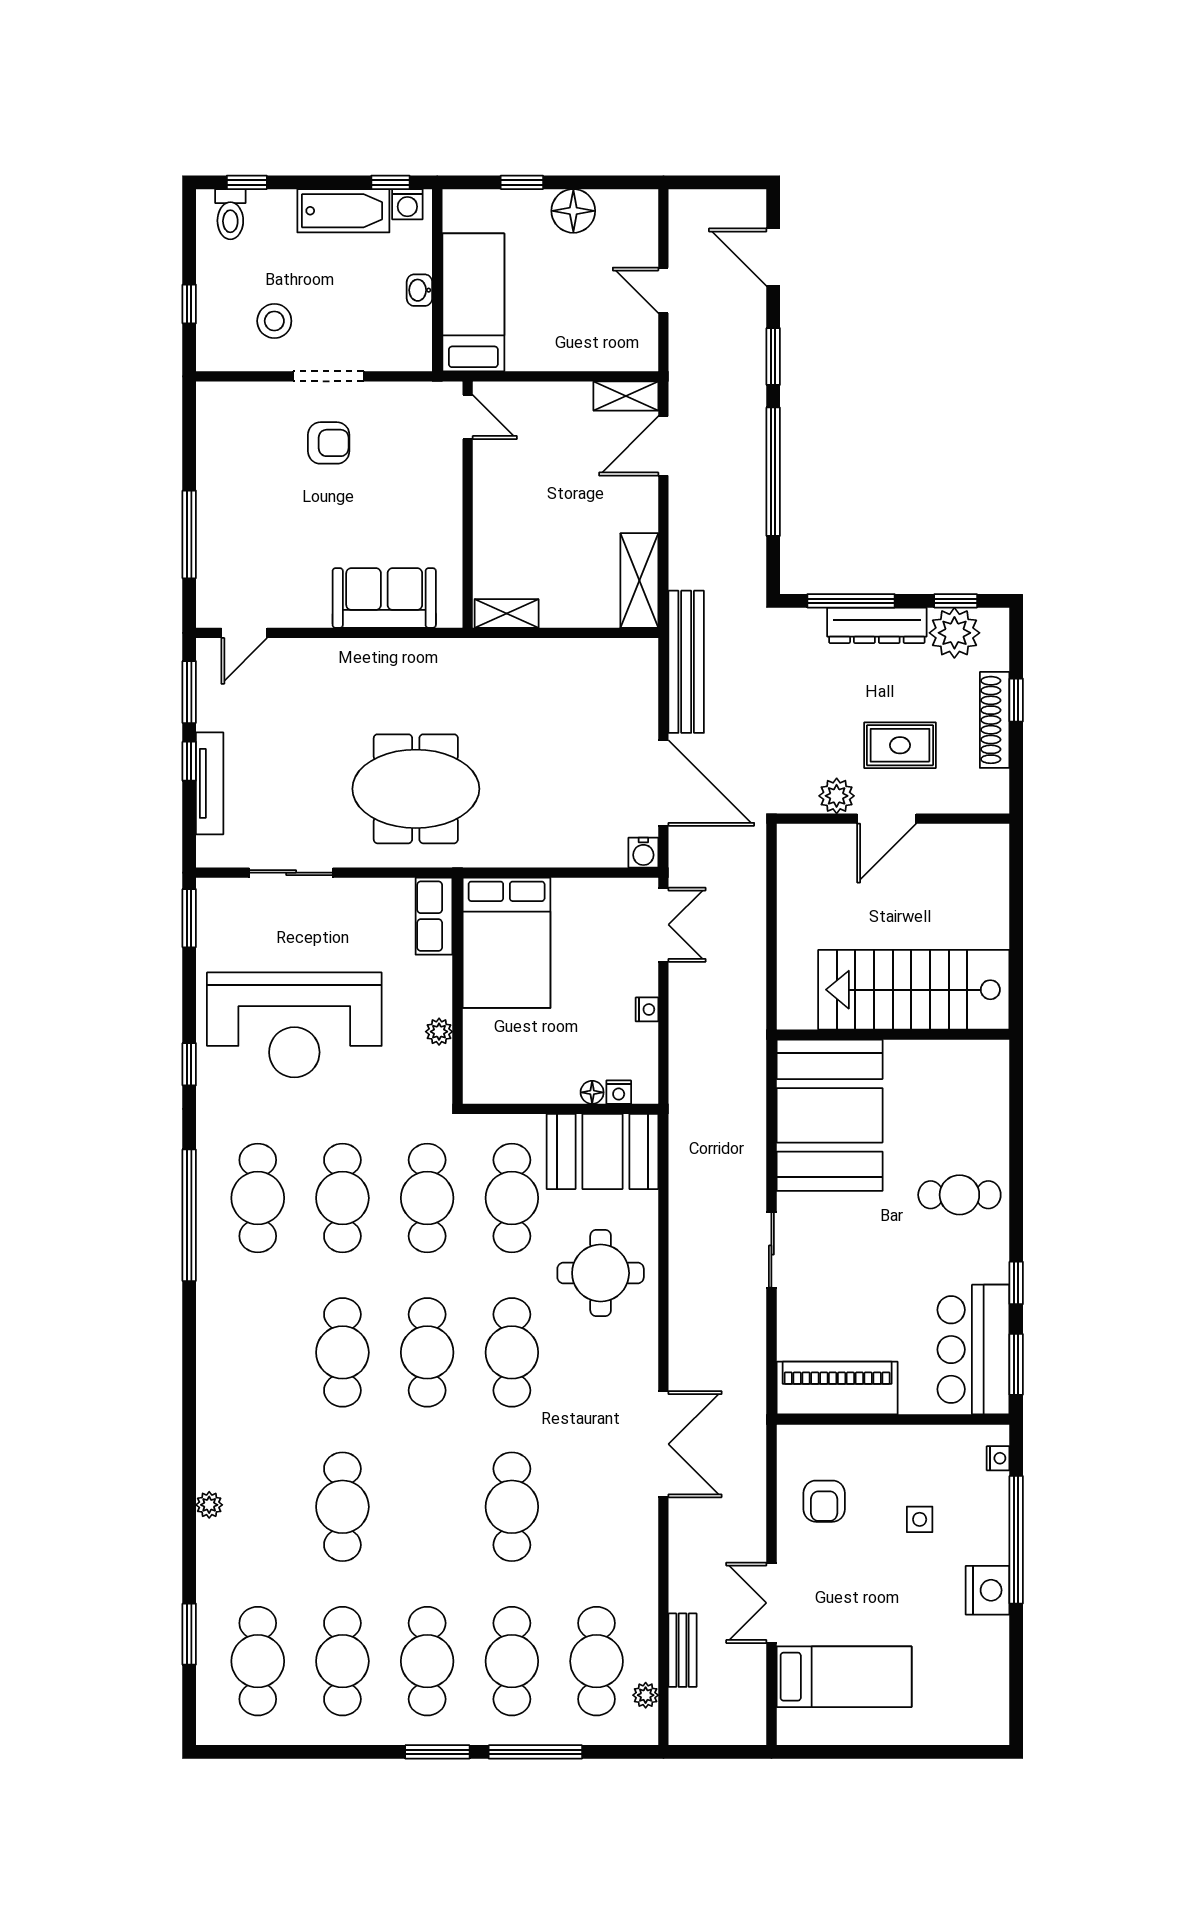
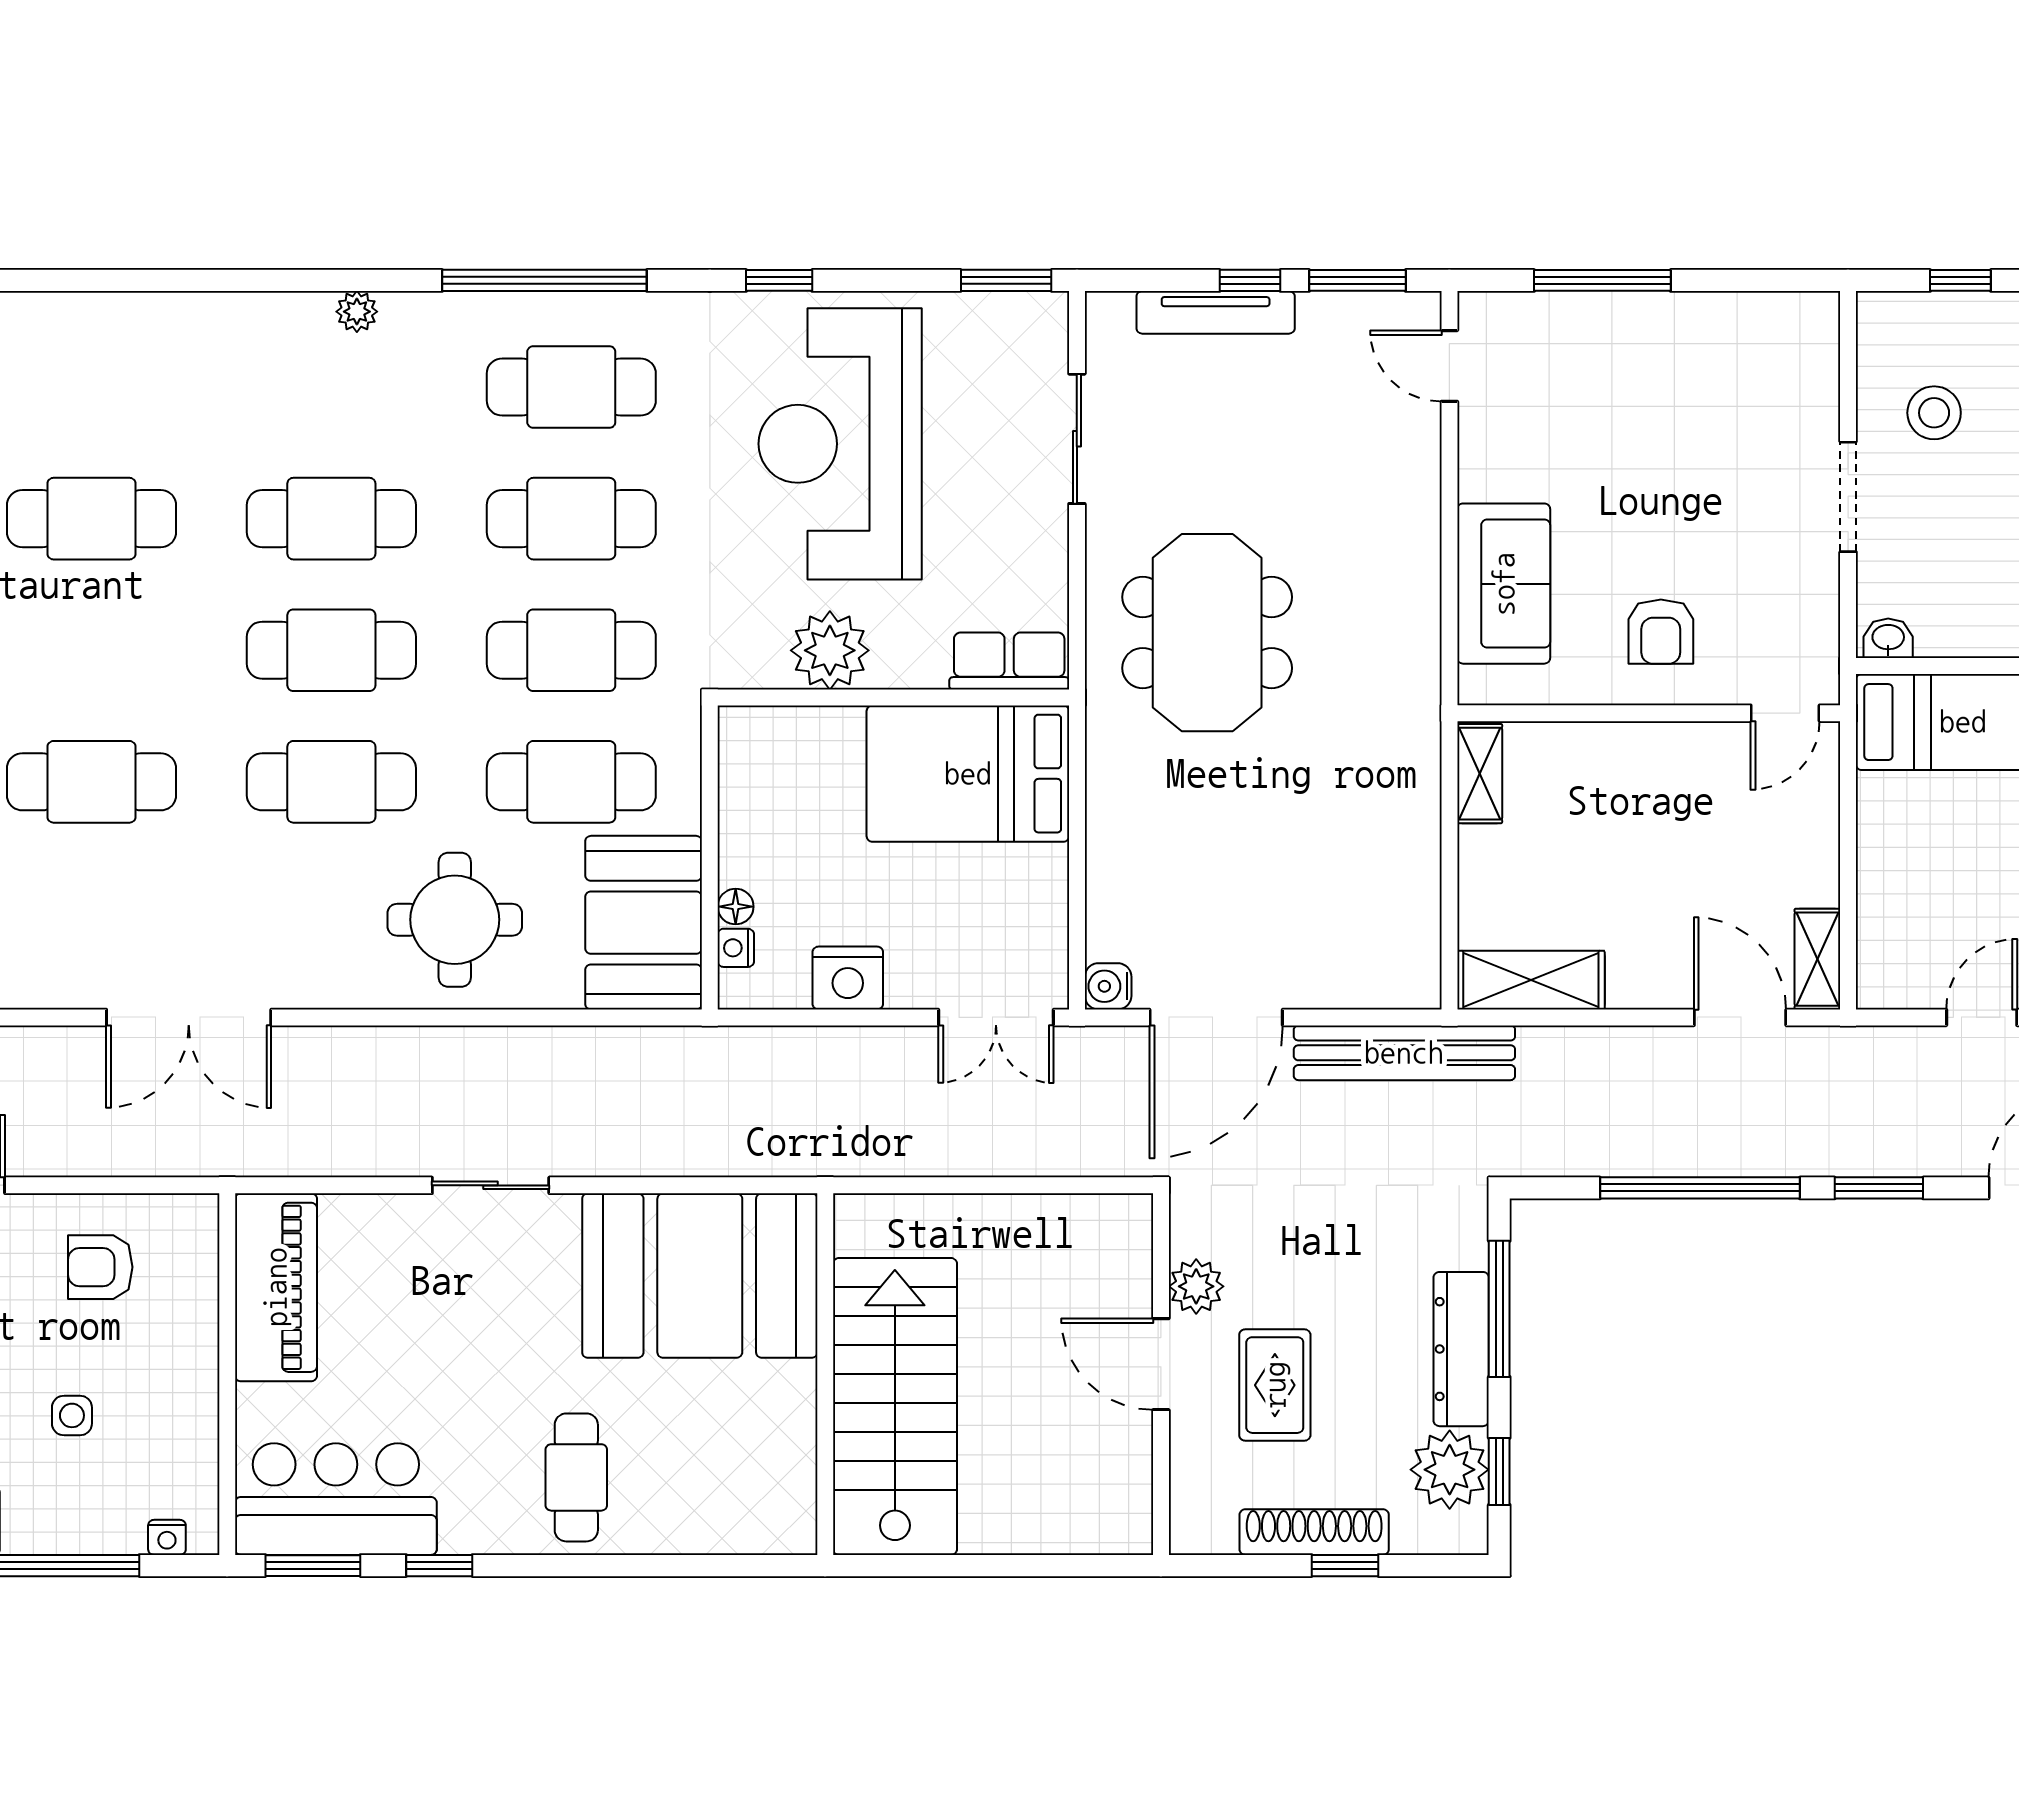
washbasin: (419, 290) -> (1888, 638), moved
armchair: (329, 443) -> (1661, 632), moved
nightstand: (647, 1009) -> (848, 978), width x1.89, depth x1.79
plant: (439, 1032) -> (830, 650), width x1.88, depth x1.88
plant: (209, 1505) -> (357, 312), moved

